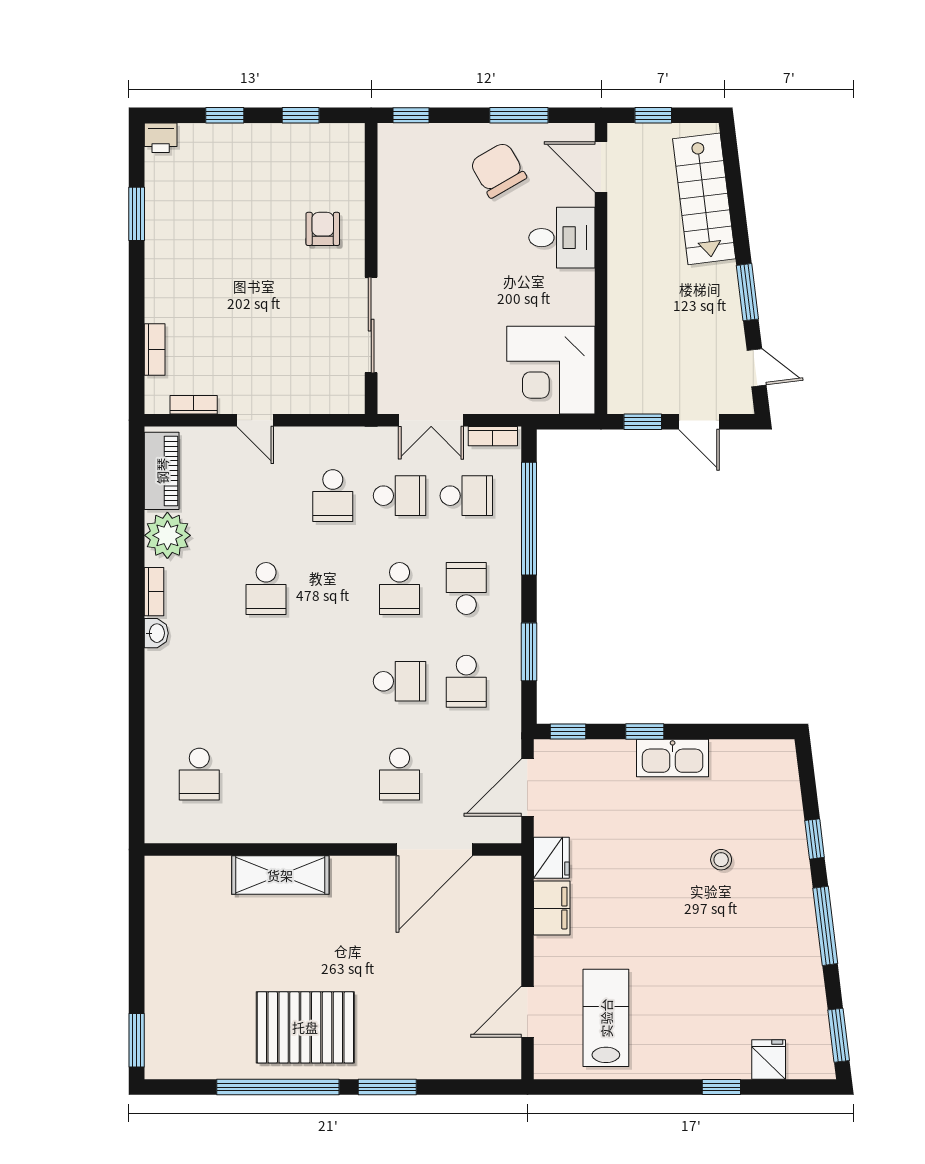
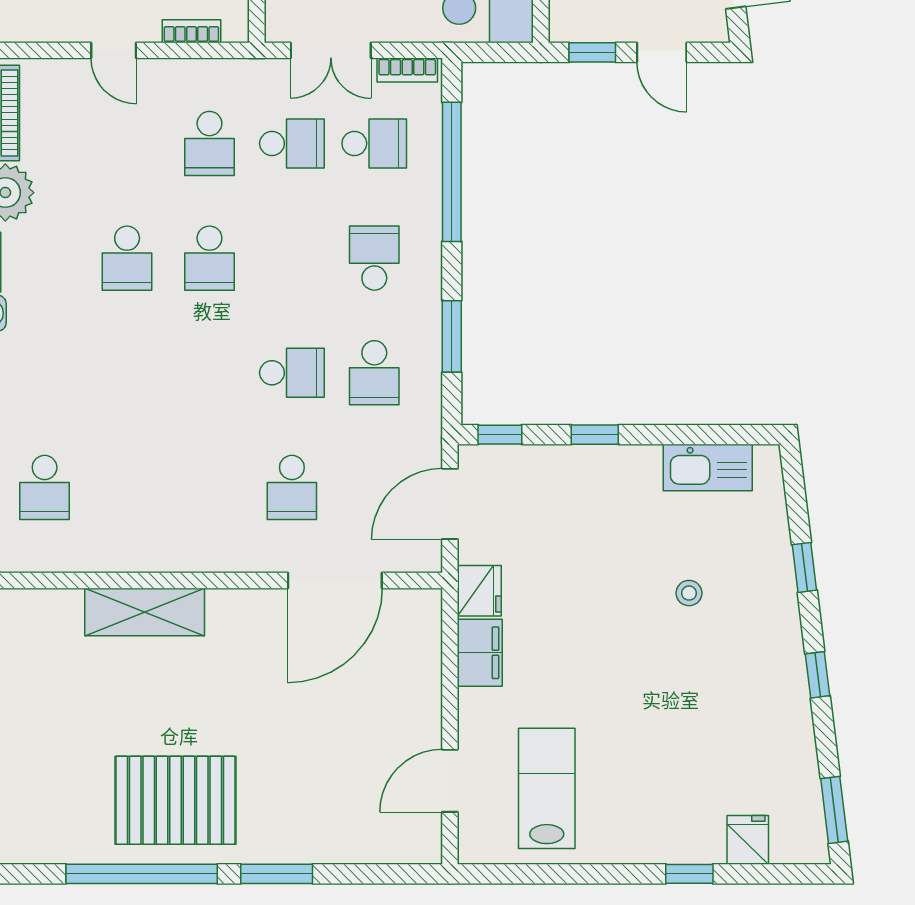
bookcase: (194, 405) -> (191, 31), moved
school desk: (400, 588) -> (209, 258), moved
kitchen sink: (673, 758) -> (708, 468), moved
window: (825, 926) -> (818, 675), width x0.46

